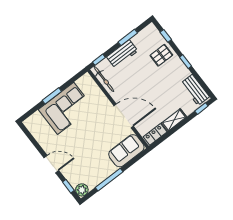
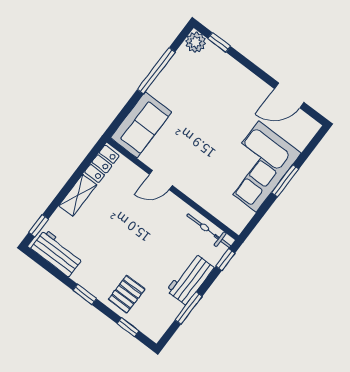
door: (124, 116) -> (161, 180), width x0.53
door: (51, 164) -> (289, 95), moved

